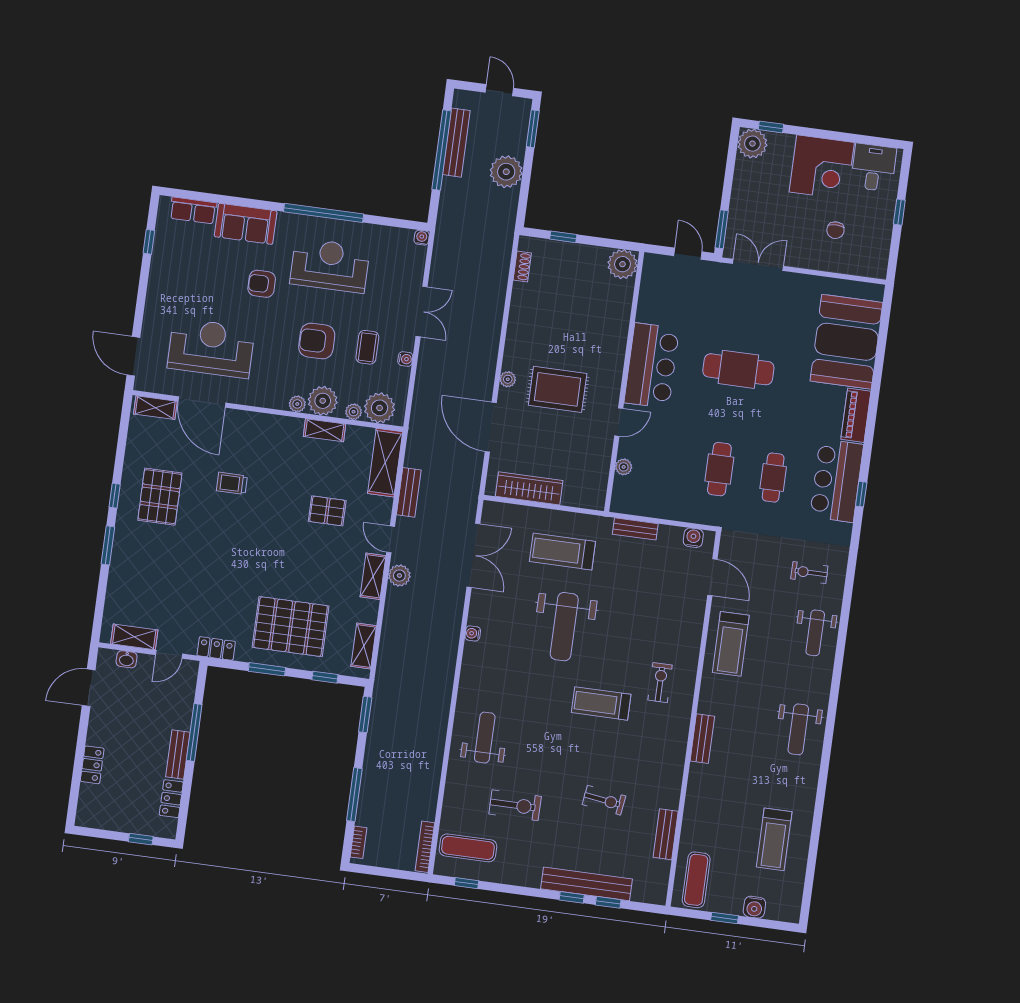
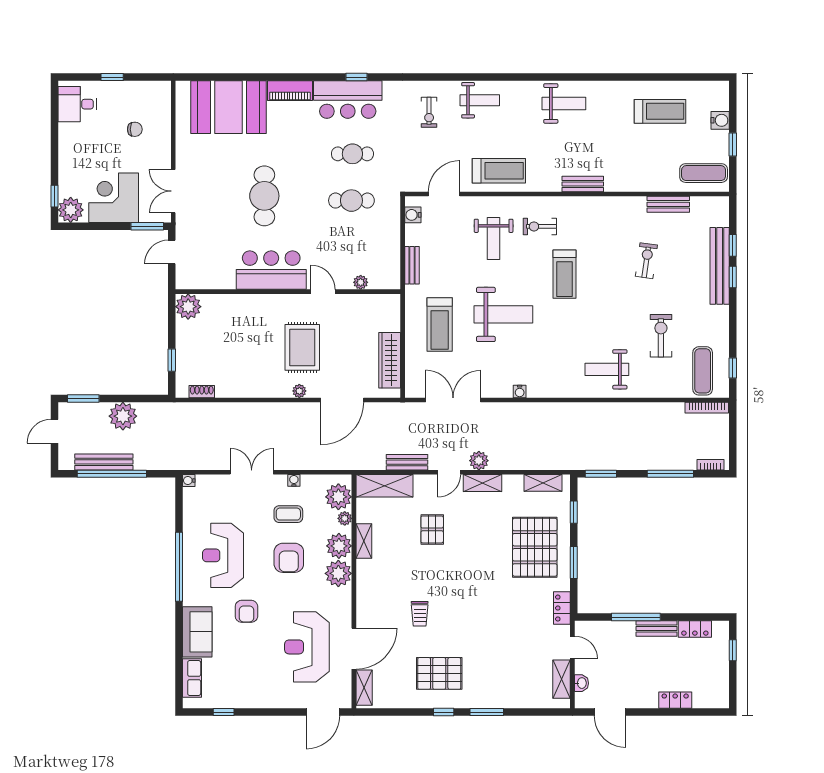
corner desk: (822, 167) -> (114, 198), moved, turned -90
plant: (297, 404) -> (338, 573), width x1.88, depth x1.88
weight bench: (653, 627) -> (494, 238), added

